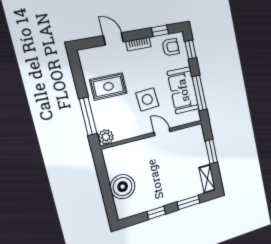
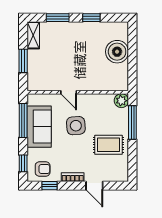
armchair: (171, 47) -> (43, 169), turned 180

